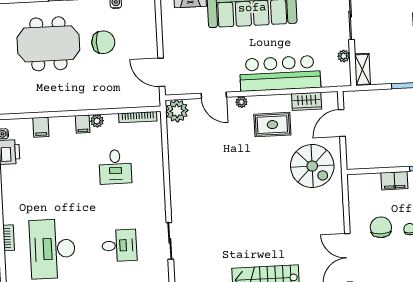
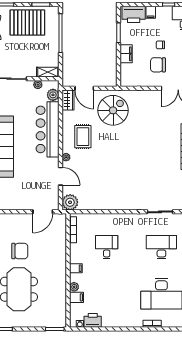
chair: (103, 42) -> (20, 251), turned 90
plant: (330, 79) -> (53, 95), added
door: (214, 95) -> (60, 176), hinge flipped
wardrobe: (307, 101) -> (68, 100), moved
plant: (97, 121) -> (74, 287), moved
desk: (115, 167) -> (107, 247), turned -90
desk: (119, 246) -> (161, 247), width x1.37

